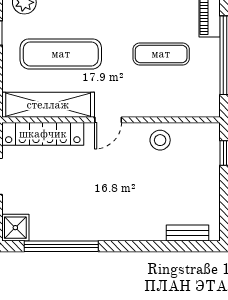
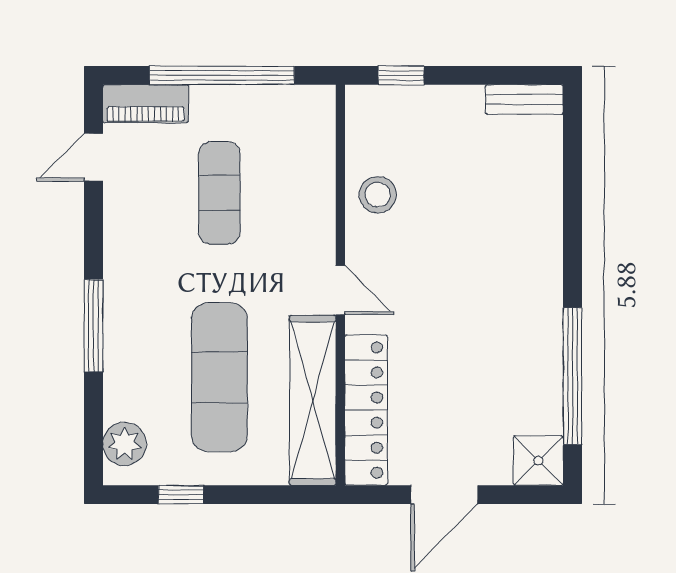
bench: (187, 233) -> (524, 99), moved, turned 90

